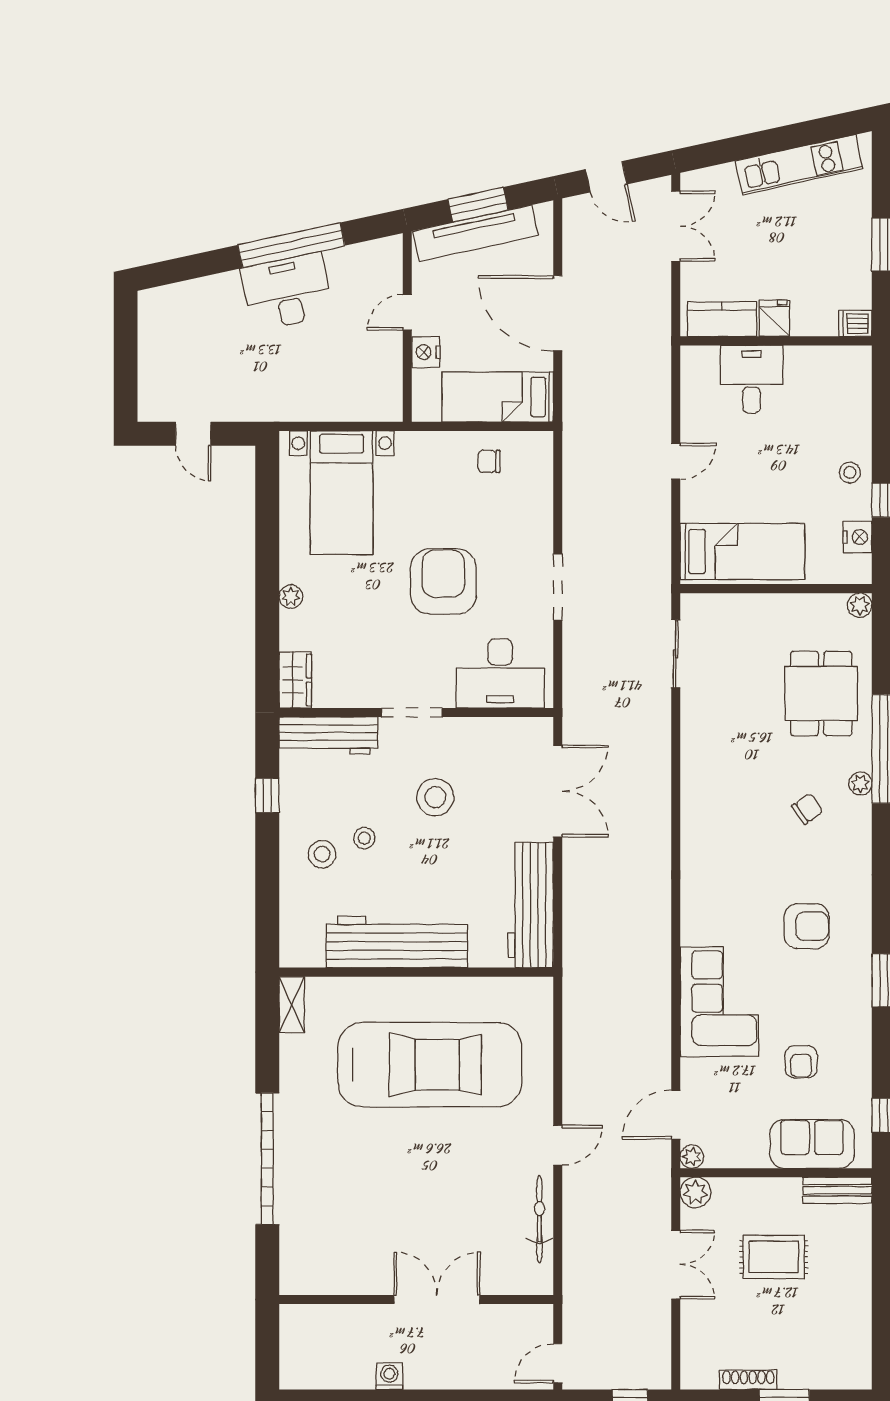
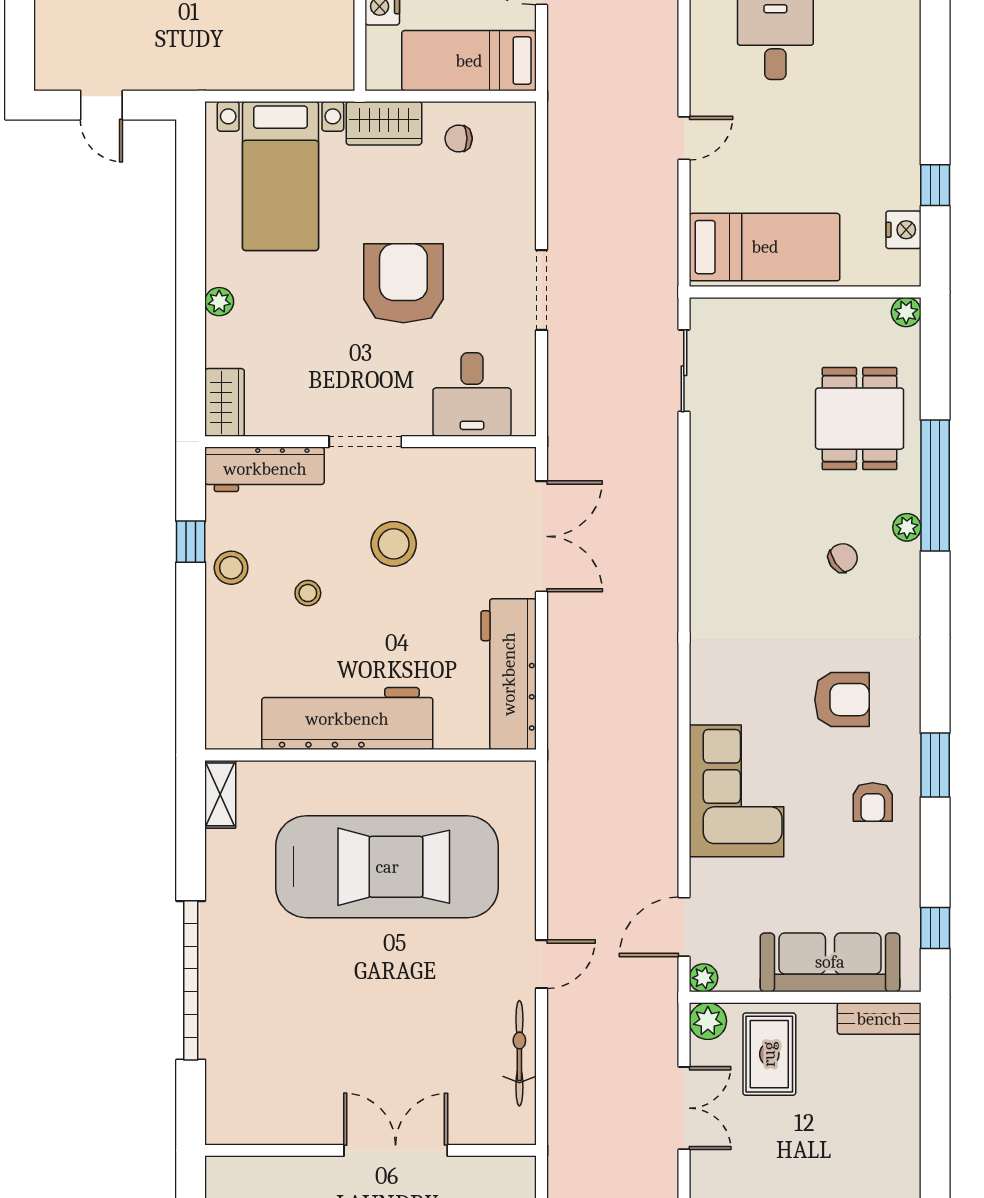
wardrobe: (427, 449) -> (384, 123), added
stool: (850, 472) -> (894, 152), removed
desk: (500, 673) -> (472, 394), width x0.73
stool: (322, 854) -> (231, 568), moved
armchair: (801, 1062) -> (873, 802), moved
sofa: (812, 1144) -> (830, 962), width x1.36
rug: (774, 1257) -> (769, 1054), moved, turned 90

